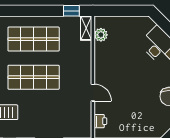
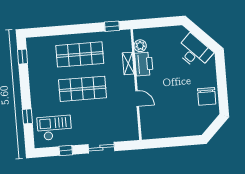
shelving: (86, 28) -> (128, 63), moved
printer: (100, 121) -> (144, 64), moved, width x1.87, depth x1.48

